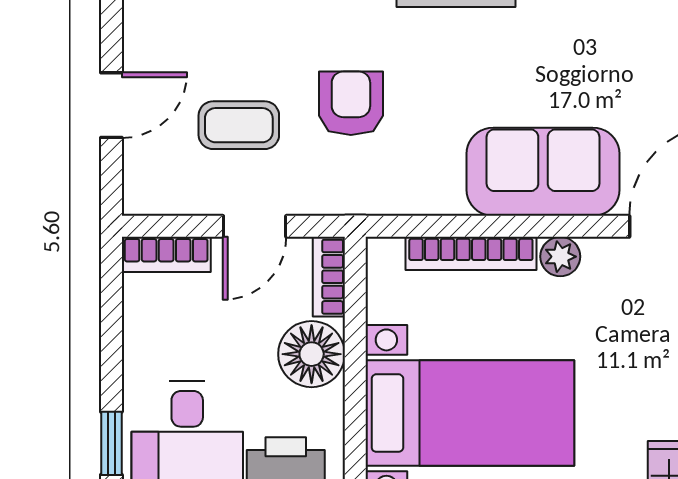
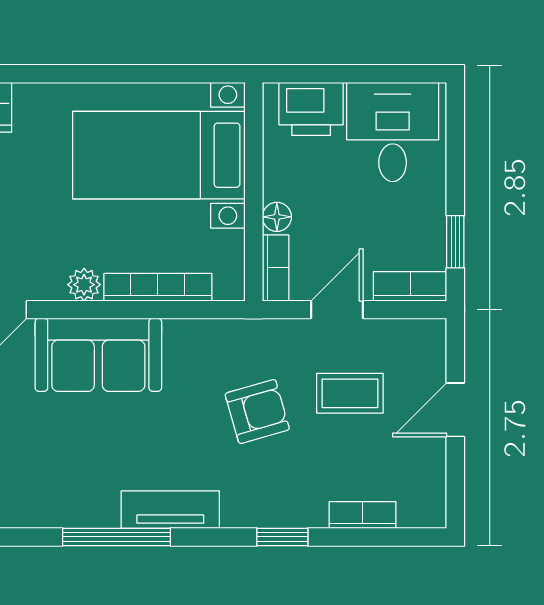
armchair: (351, 103) -> (257, 411), turned -106
floor lamp: (312, 354) -> (277, 217), width x0.53, depth x0.53
window: (111, 443) -> (455, 242), moved

